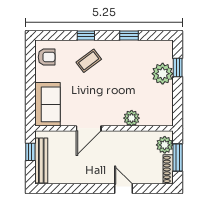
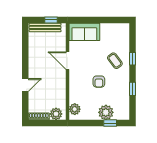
armchair: (47, 57) -> (99, 82), moved
plant: (132, 118) -> (75, 109), moved
window: (178, 157) -> (47, 123), removed

